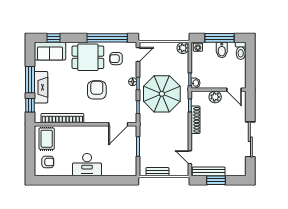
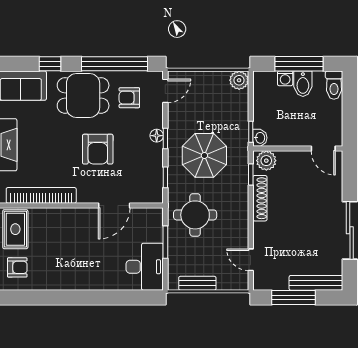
window: (54, 38) -> (50, 64), moved
washing machine: (198, 47) -> (285, 78), moved
armchair: (97, 90) -> (98, 149), turned 180
parasol: (162, 94) -> (204, 155), width x0.73, depth x0.73
plant: (215, 97) -> (266, 161), moved
door: (118, 124) -> (114, 205), moved
round table: (156, 130) -> (195, 215), added
desk: (87, 165) -> (145, 267), moved, turned -90
bench: (209, 171) -> (316, 283), moved
window: (216, 180) -> (293, 297), width x1.44

